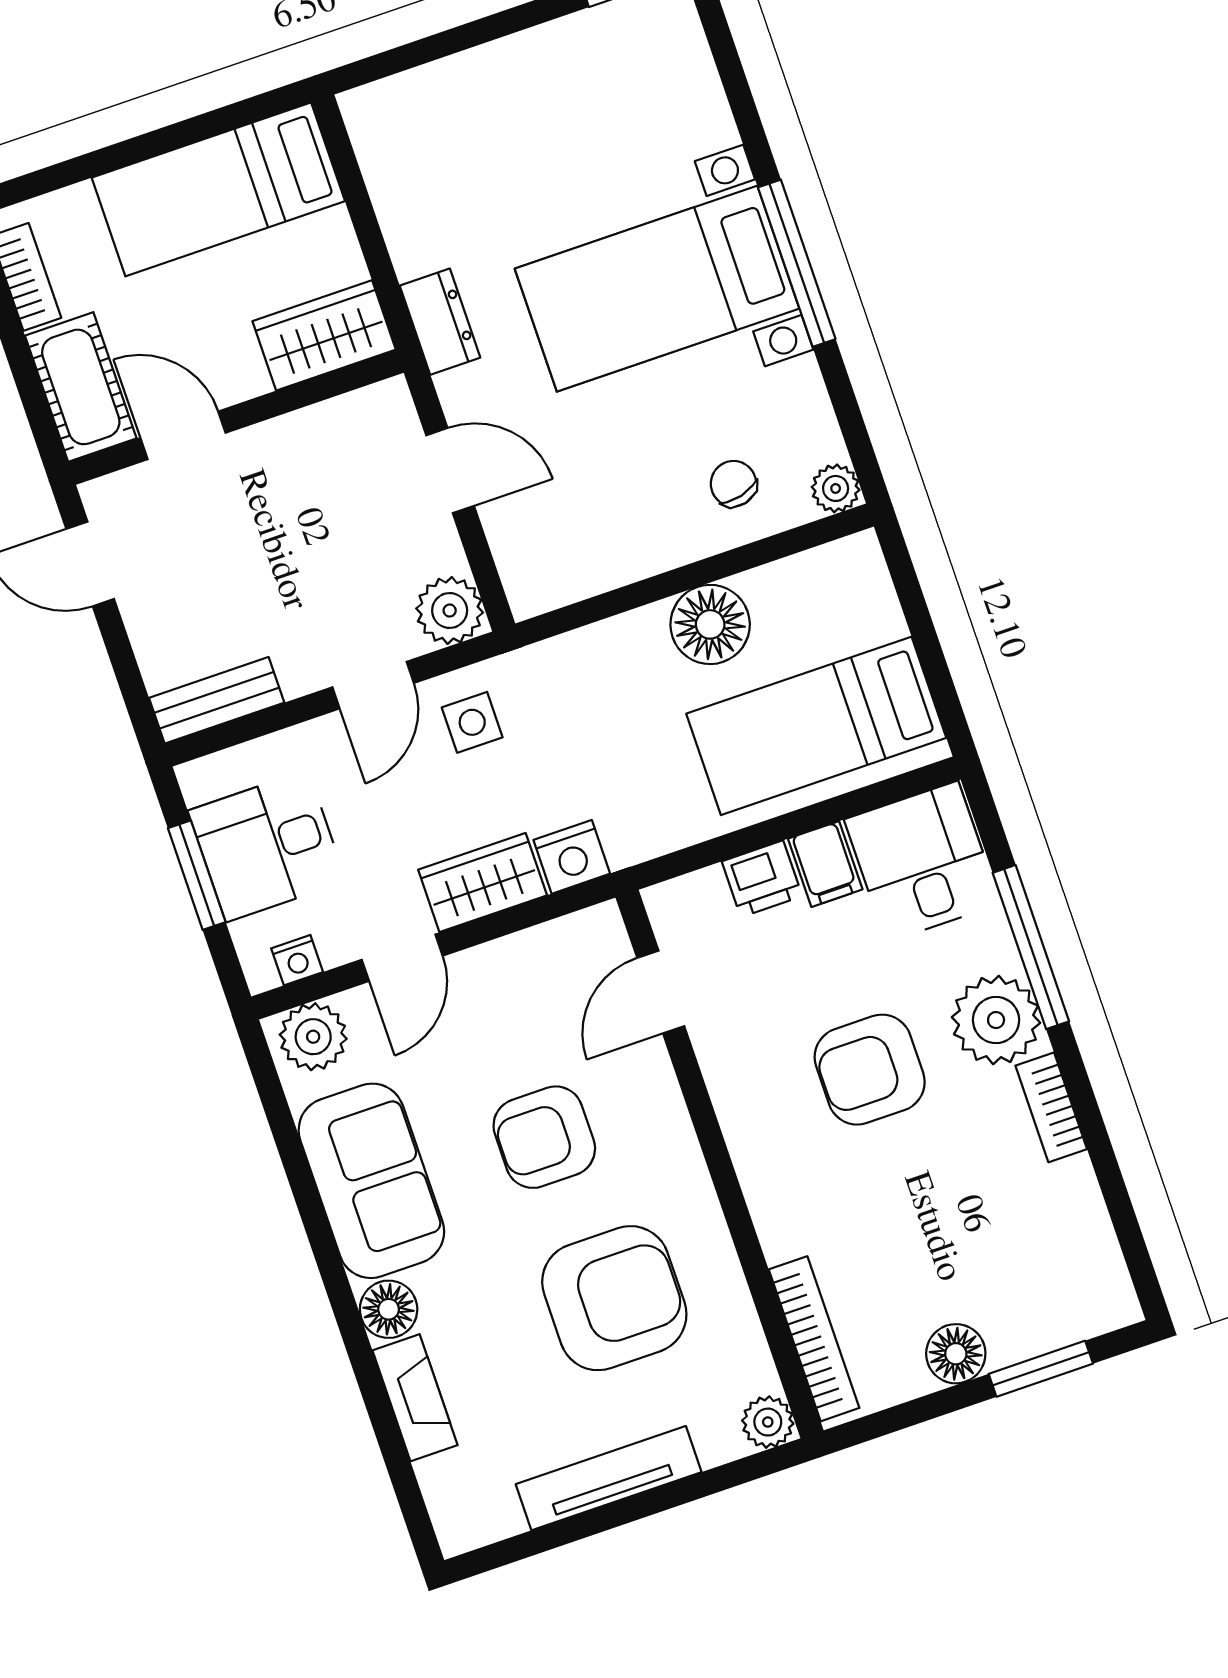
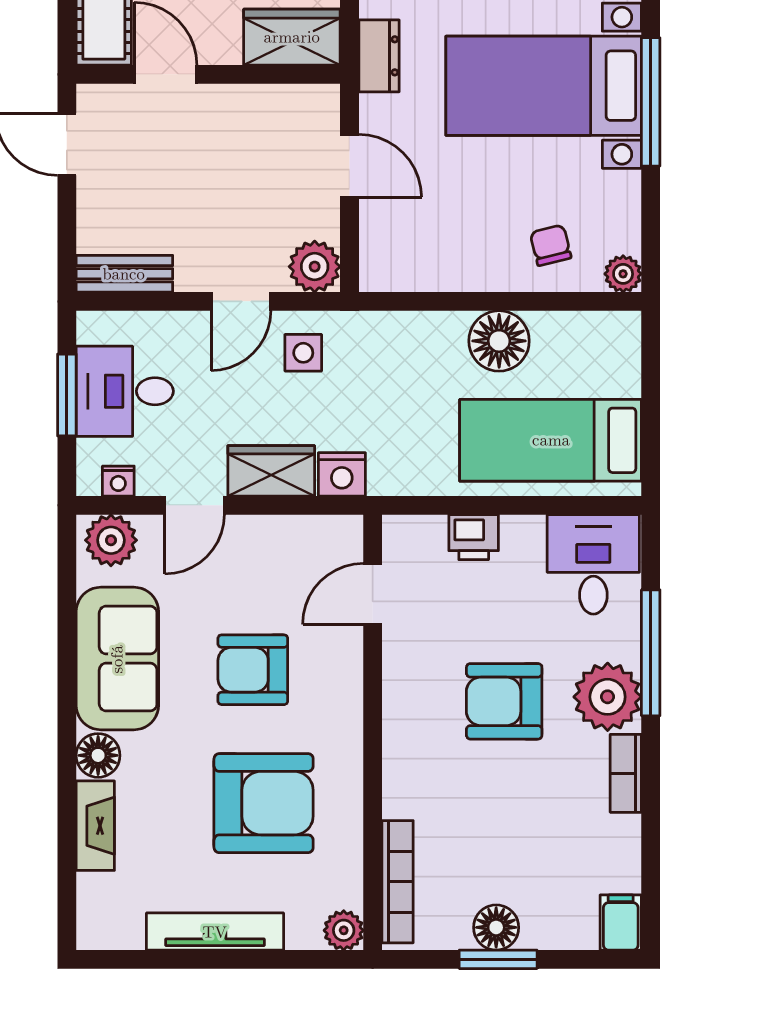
filing cabinet: (825, 864) -> (621, 923), moved, turned 180
window: (1041, 1369) -> (498, 959), moved

